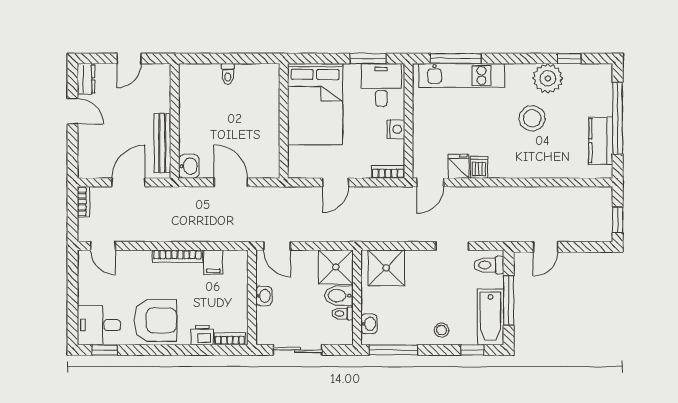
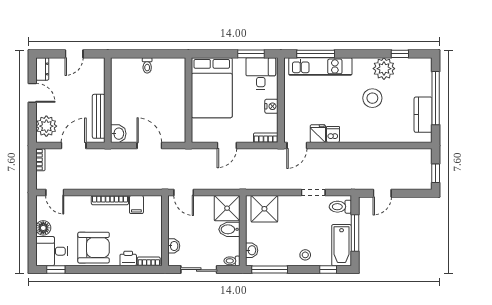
plant: (92, 156) -> (46, 126), added
floor lamp: (87, 294) -> (43, 228), added
washbasin: (264, 296) -> (174, 246), moved
toilet: (342, 313) -> (232, 261), moved

